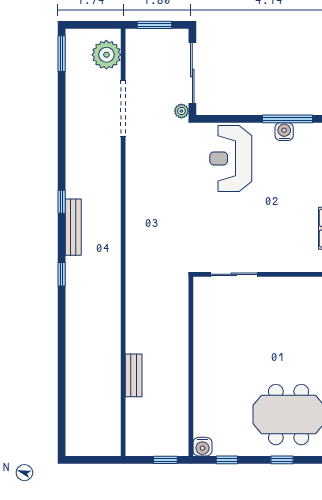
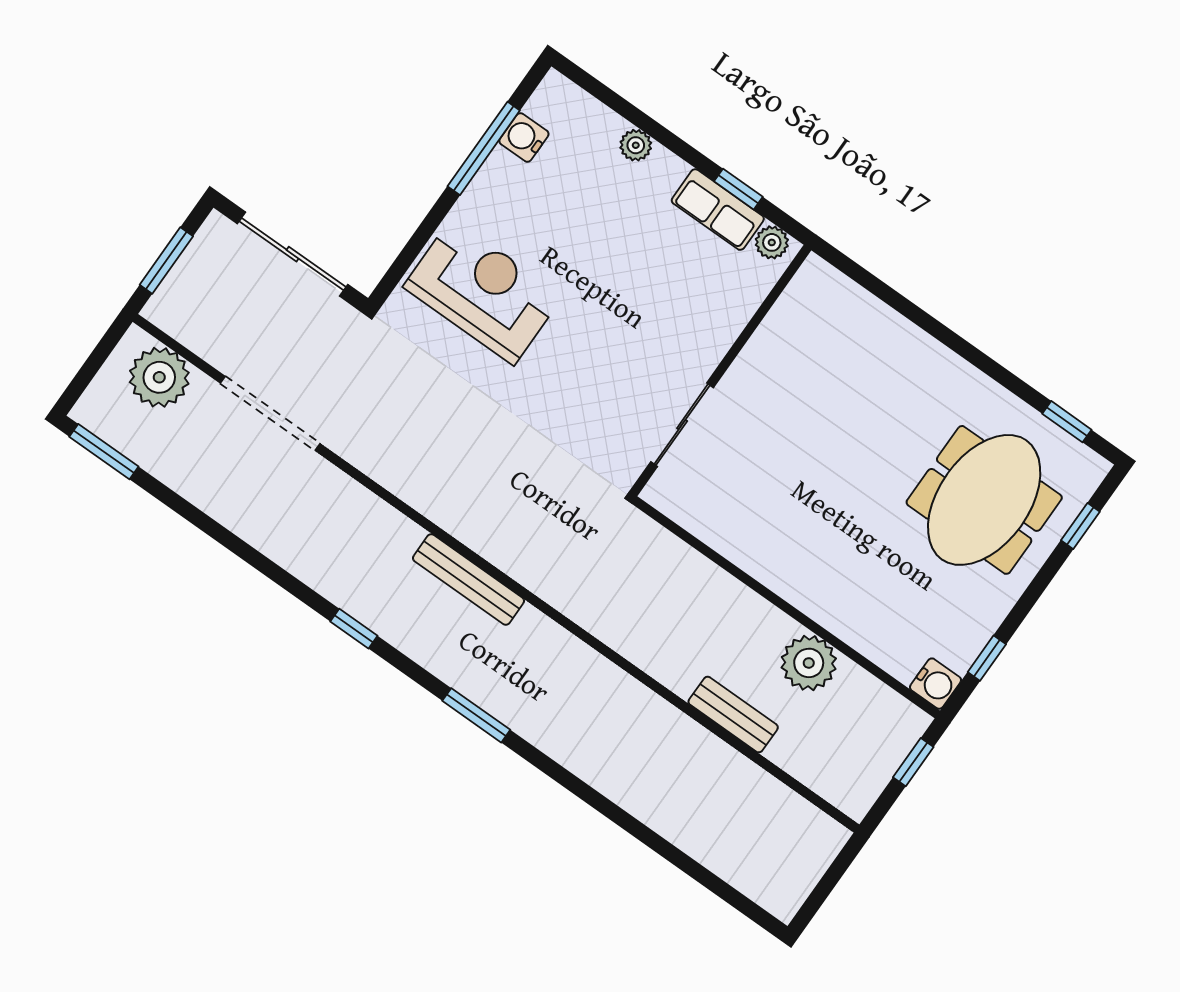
plant: (181, 111) -> (809, 663), moved, width x1.87, depth x1.87
water cooler: (284, 132) -> (524, 138), moved
reception desk: (231, 158) -> (483, 292), turned 180
bench: (73, 227) -> (469, 580), moved
window: (62, 274) -> (476, 715), width x1.50
window: (282, 460) -> (1080, 526), moved

